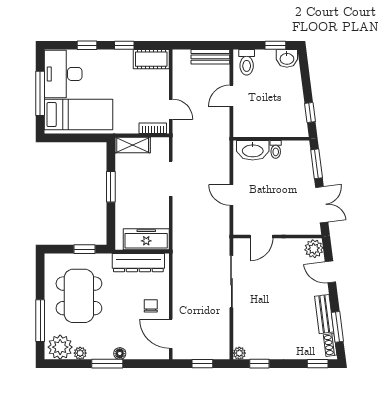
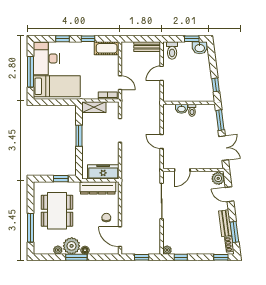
washbasin: (253, 150) -> (181, 109), width x0.52, depth x0.69
plant: (60, 347) -> (72, 246), moved

